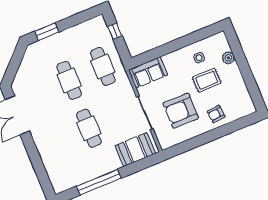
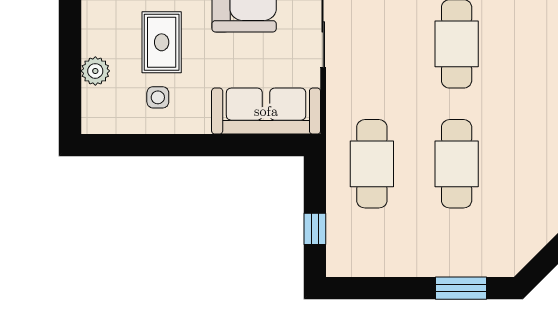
sofa: (148, 72) -> (266, 111), width x1.36
rug: (207, 80) -> (162, 42), turned 90

